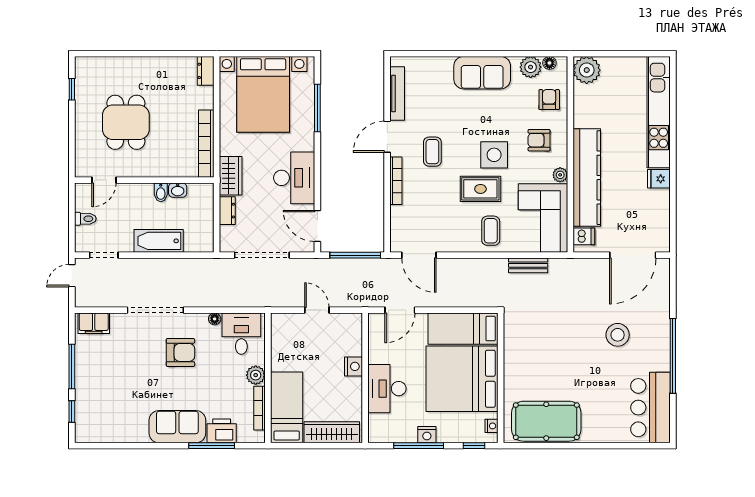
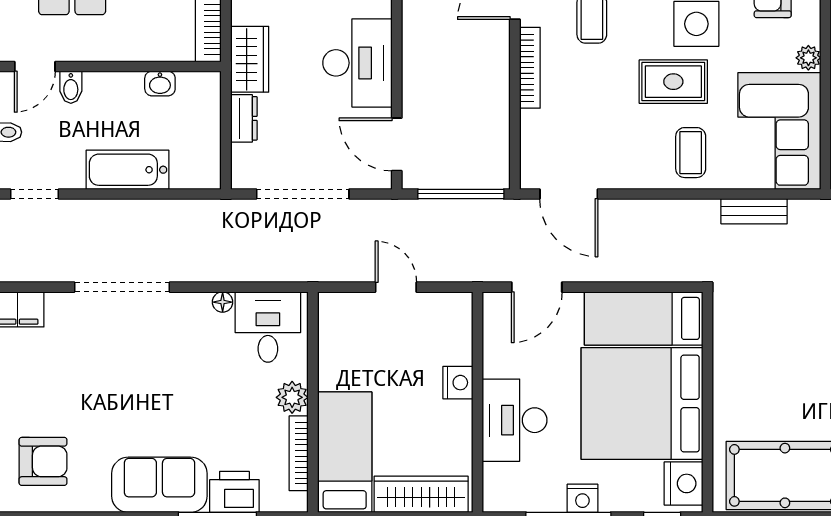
bidet: (161, 192) -> (71, 87), moved
armchair: (180, 352) -> (43, 461), moved
nightstand: (492, 426) -> (684, 483), width x1.89, depth x1.79

